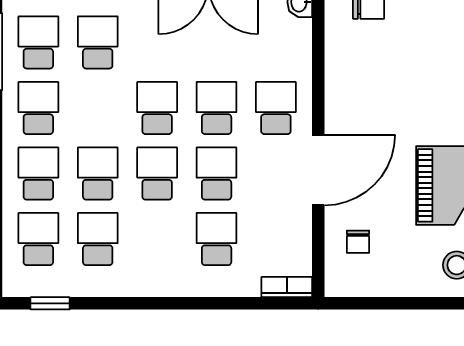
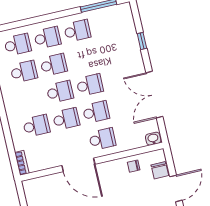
school desk: (38, 42) -> (107, 24), removed
school desk: (98, 42) -> (113, 51), removed
chair: (358, 242) -> (134, 166), moved

